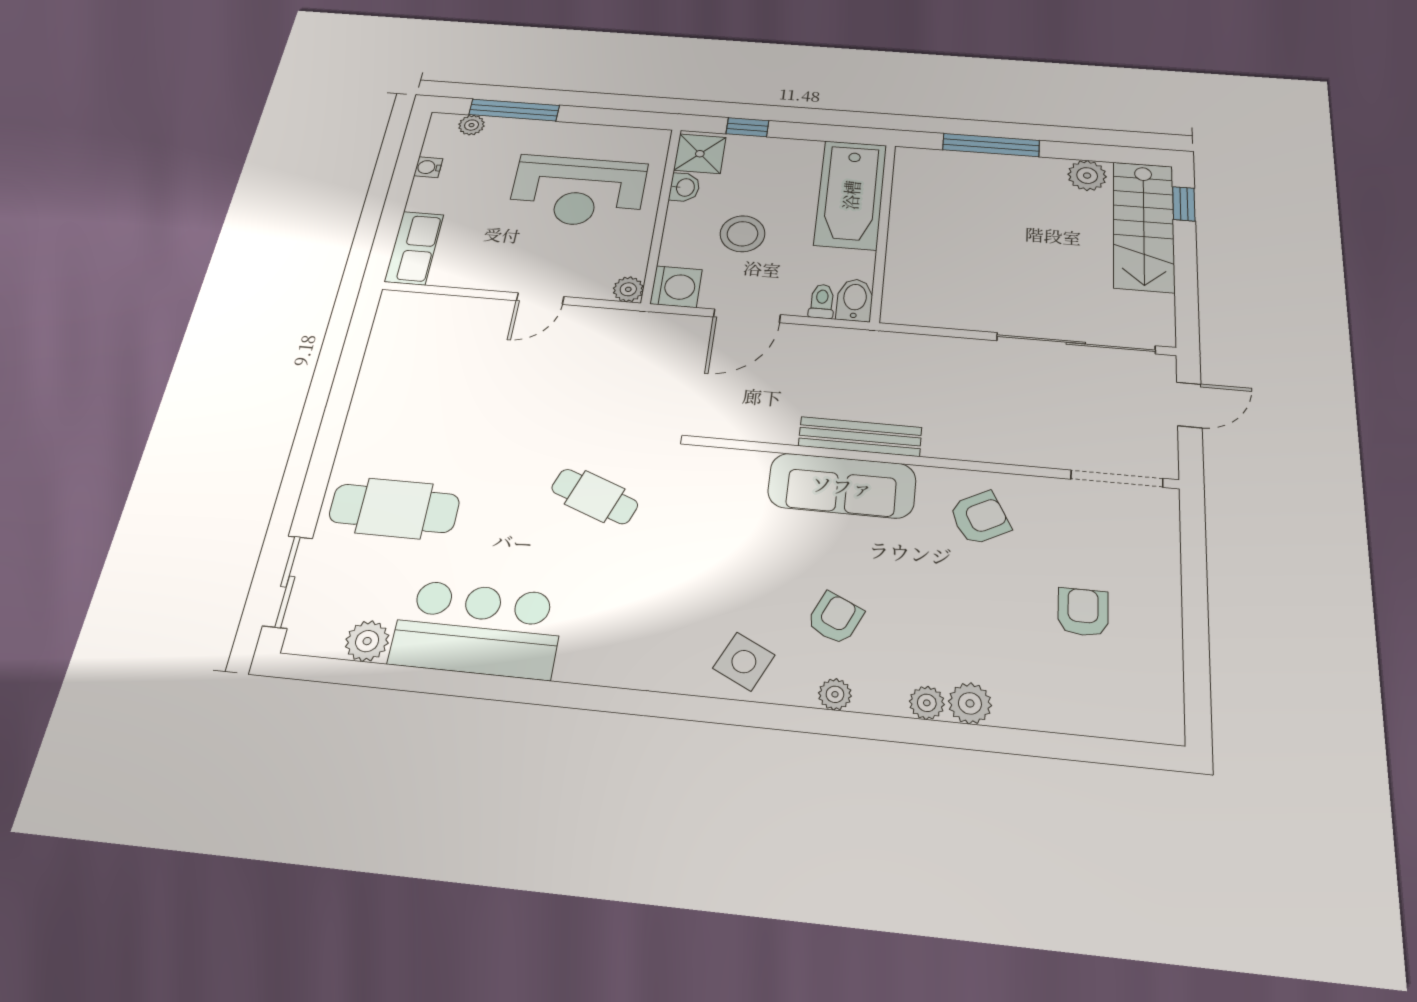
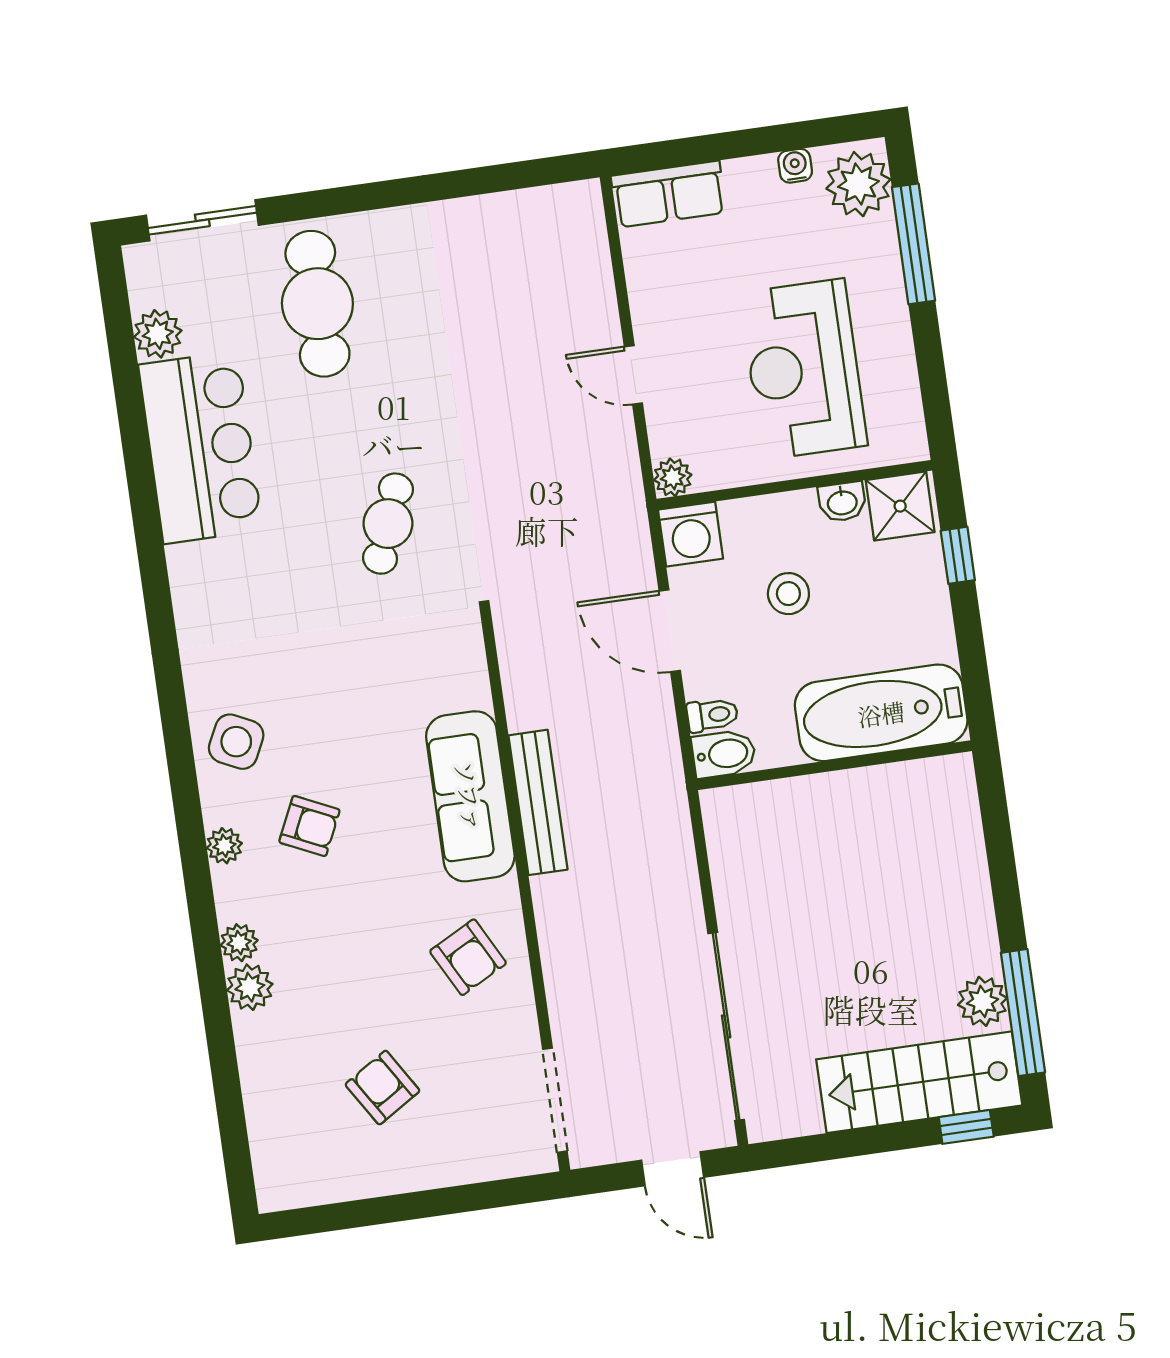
plant: (472, 125) -> (858, 184), width x1.88, depth x1.88
window: (991, 145) -> (1023, 1013), moved
stool: (742, 234) -> (788, 594), width x0.73, depth x0.73
armchair: (1083, 612) -> (382, 1088), turned -122

